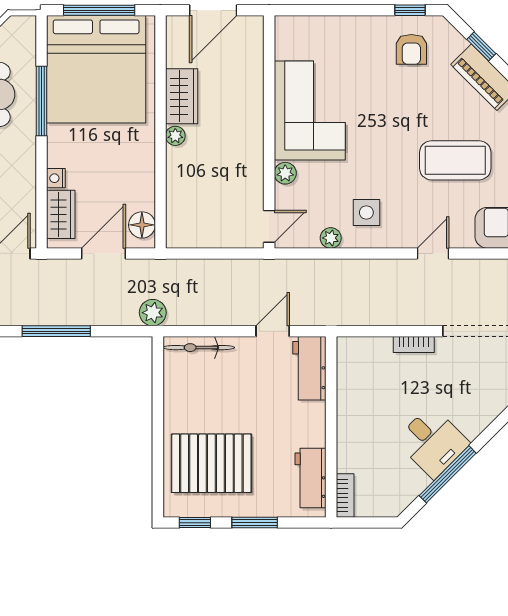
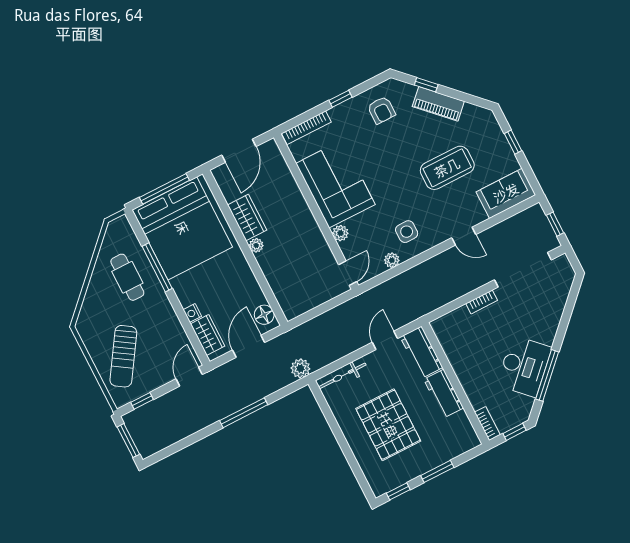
window: (410, 10) -> (341, 99), moved
bookcase: (309, 24) -> (306, 128), added
door: (433, 253) -> (464, 236), swing flipped
desk: (432, 442) -> (524, 366), width x1.37
pallet: (211, 463) -> (388, 425), moved, turned 90
workbench: (311, 478) -> (444, 394), moved
window: (373, 523) -> (514, 432), added

